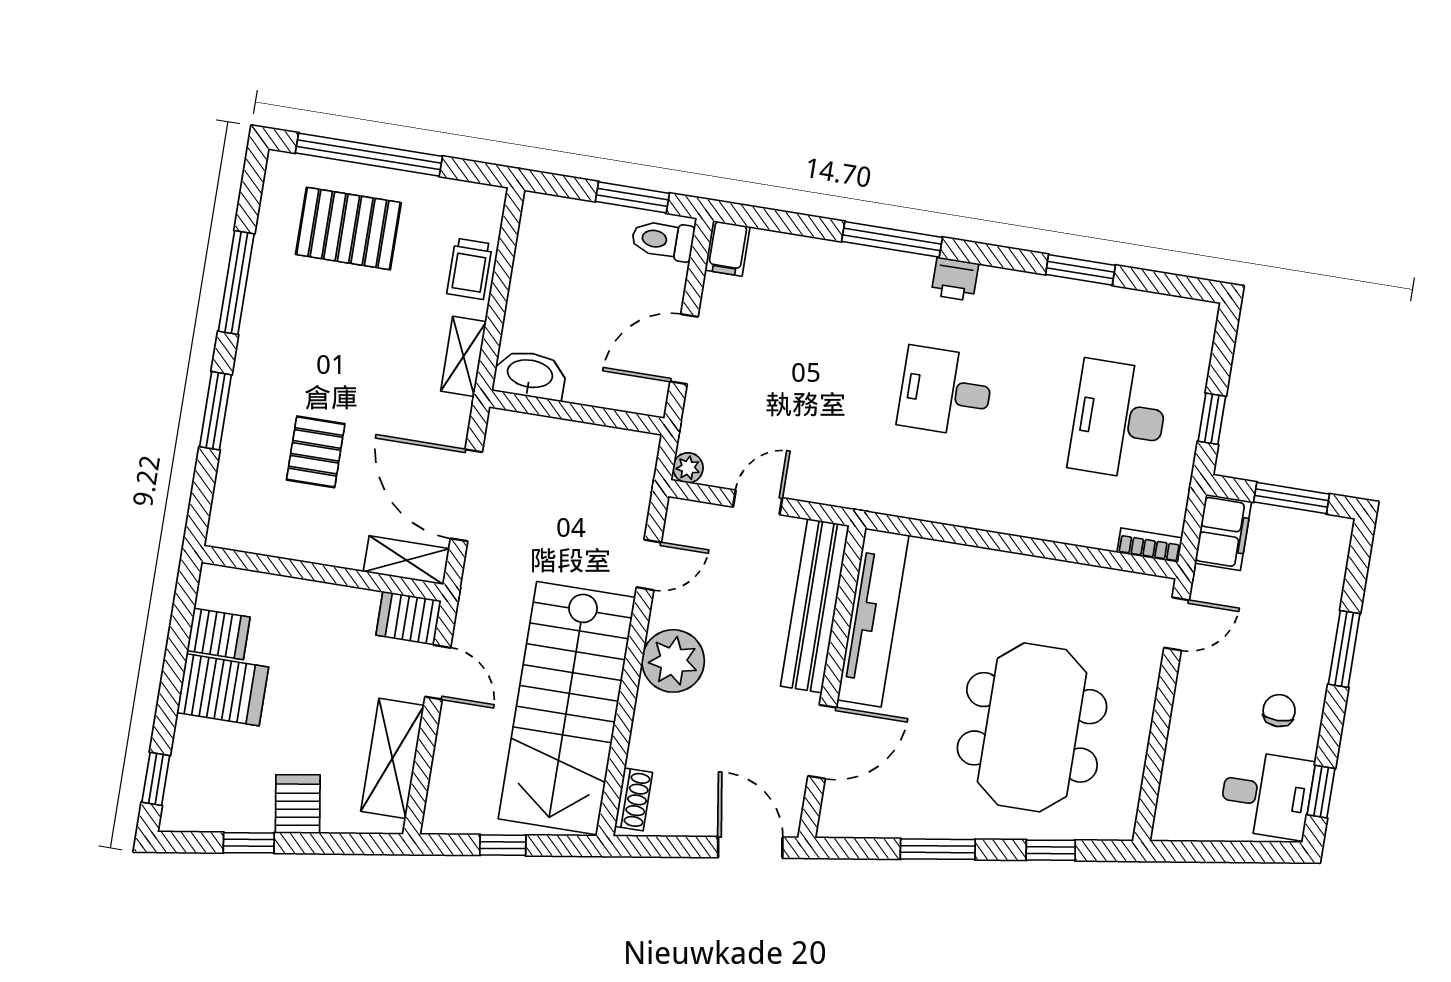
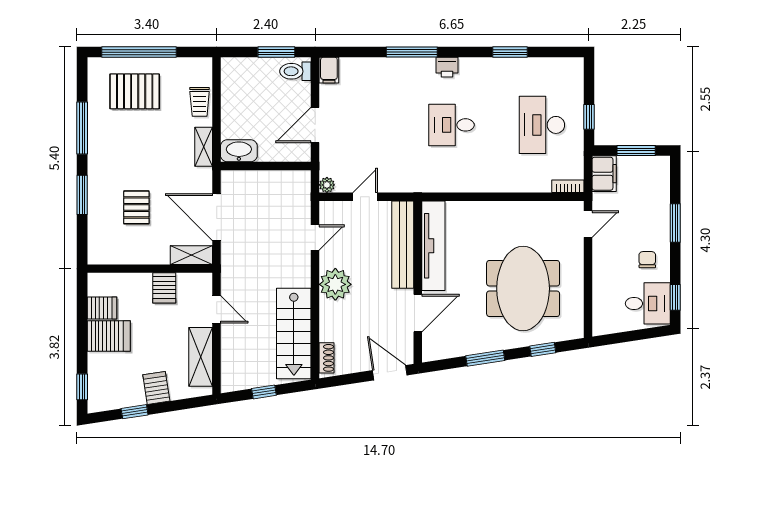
server rack: (409, 618) -> (164, 288), moved, turned -90
stairs: (567, 708) -> (294, 334), width x0.73, depth x0.66

